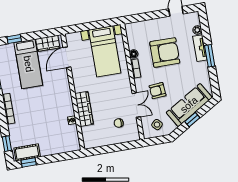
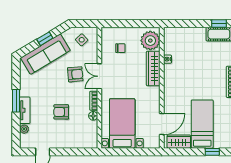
armchair: (165, 52) -> (61, 112), width x0.53, depth x0.53
double door: (136, 105) -> (99, 76), moved
plant: (91, 135) -> (150, 41), added

